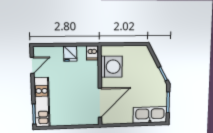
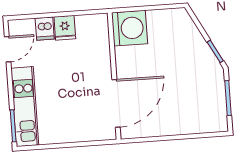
dishwasher: (92, 53) -> (45, 29), moved
washing machine: (111, 67) -> (130, 28), moved
kitchen sink: (150, 115) -> (200, 120), removed

